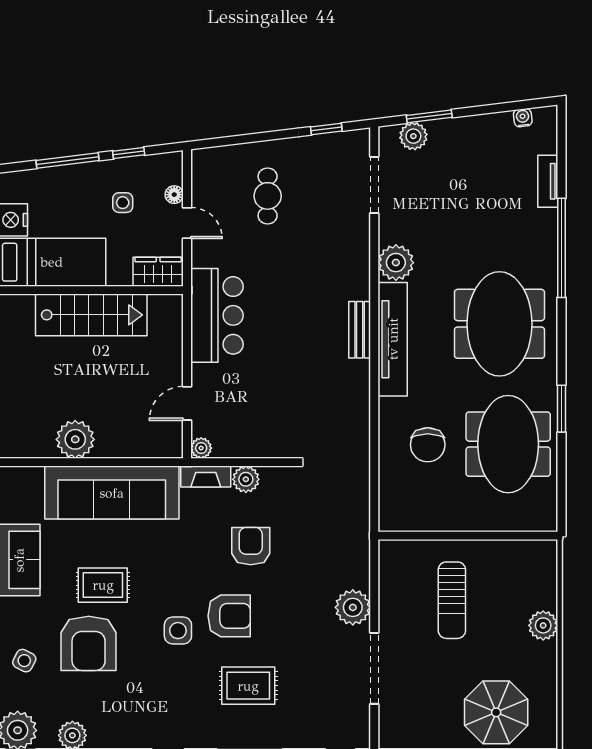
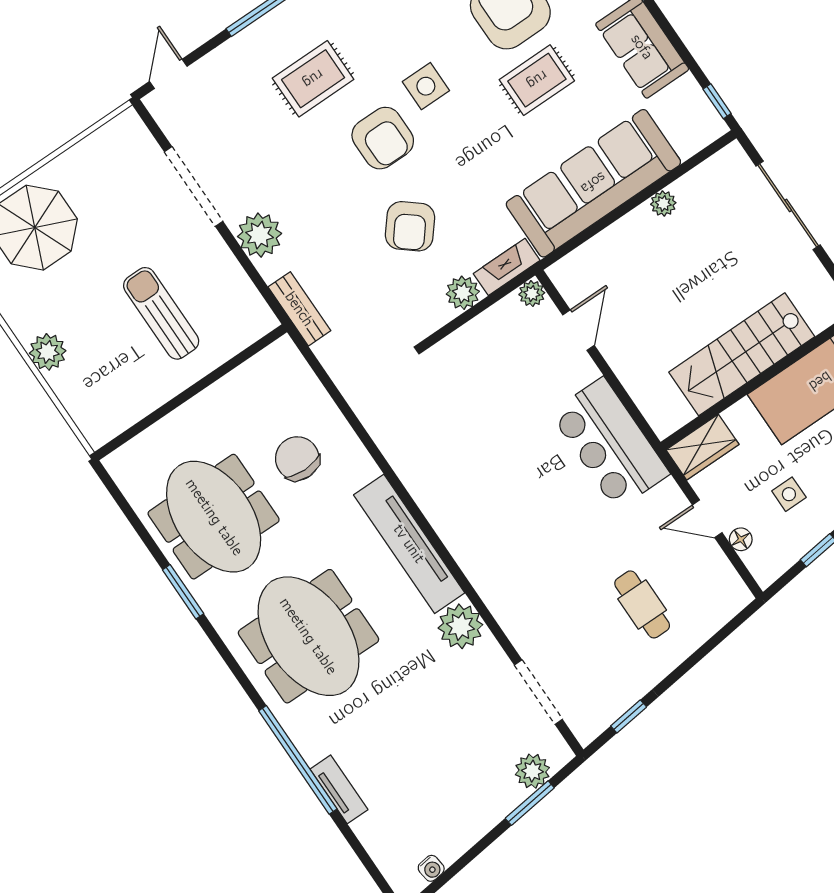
tv unit: (548, 181) -> (339, 789), moved
bench: (360, 330) -> (299, 309), moved
plant: (75, 439) -> (663, 204), width x0.53, depth x0.53
armchair: (251, 546) -> (410, 226), turned 39
armchair: (229, 616) -> (383, 138), turned -90

